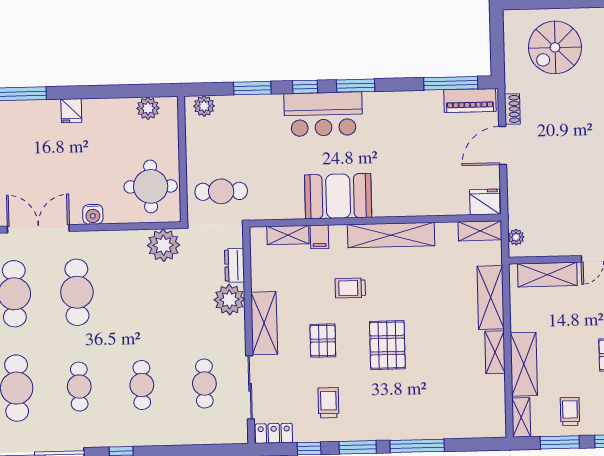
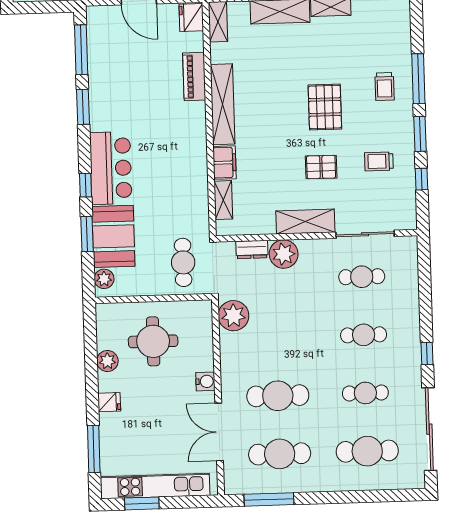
window: (356, 86) -> (83, 107), moved
piano: (470, 101) -> (194, 77), moved, turned 180
plant: (148, 108) -> (107, 361), moved
round table: (151, 186) -> (153, 341), moved
booth: (338, 196) -> (113, 236), moved
filing cabinet: (319, 237) -> (225, 163), width x2.00
trolley: (350, 288) -> (384, 87), moved
pallet: (387, 345) -> (325, 107), turned 90
locker: (274, 433) -> (408, 212), removed

